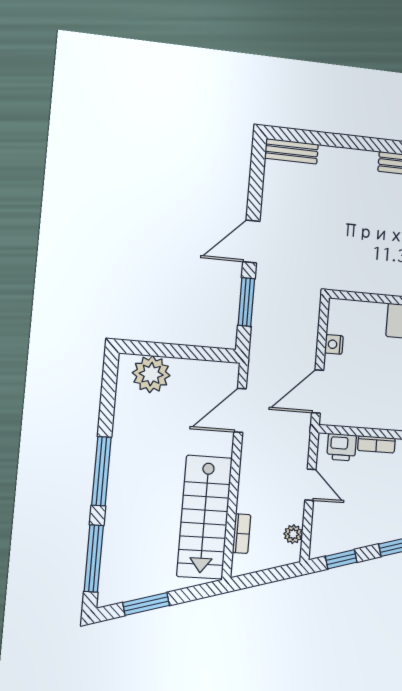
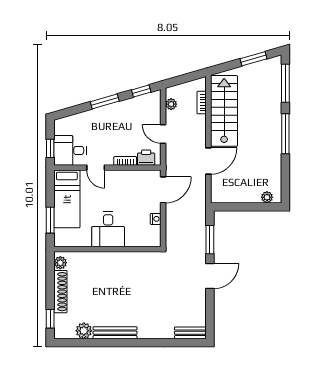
plant: (151, 374) -> (267, 197), width x0.53, depth x0.53
door: (240, 410) -> (208, 161), moved

